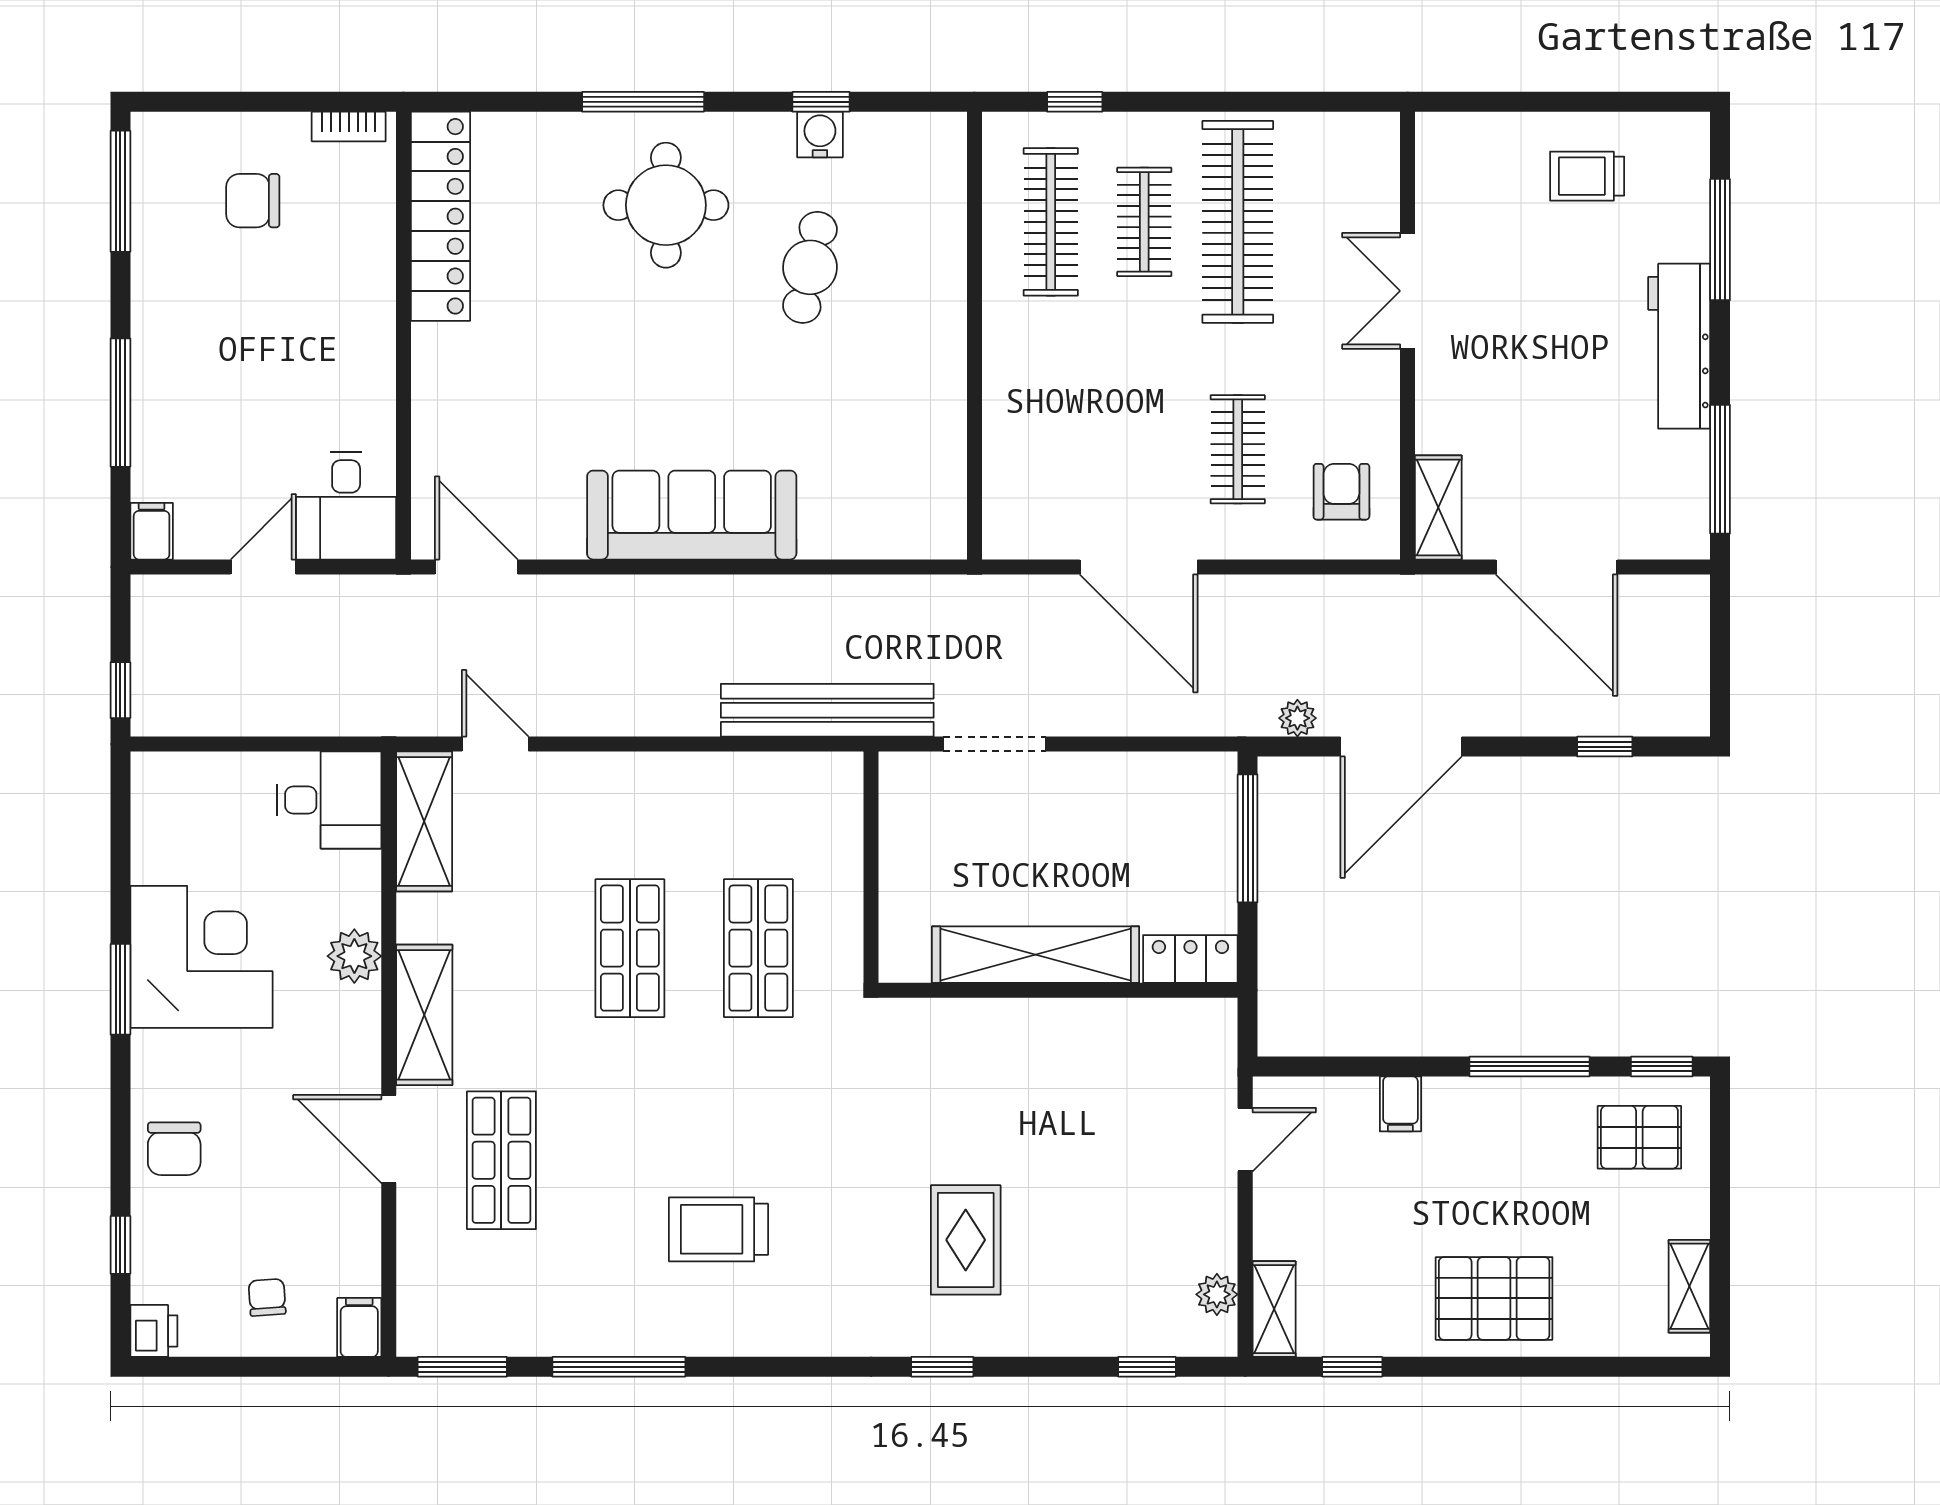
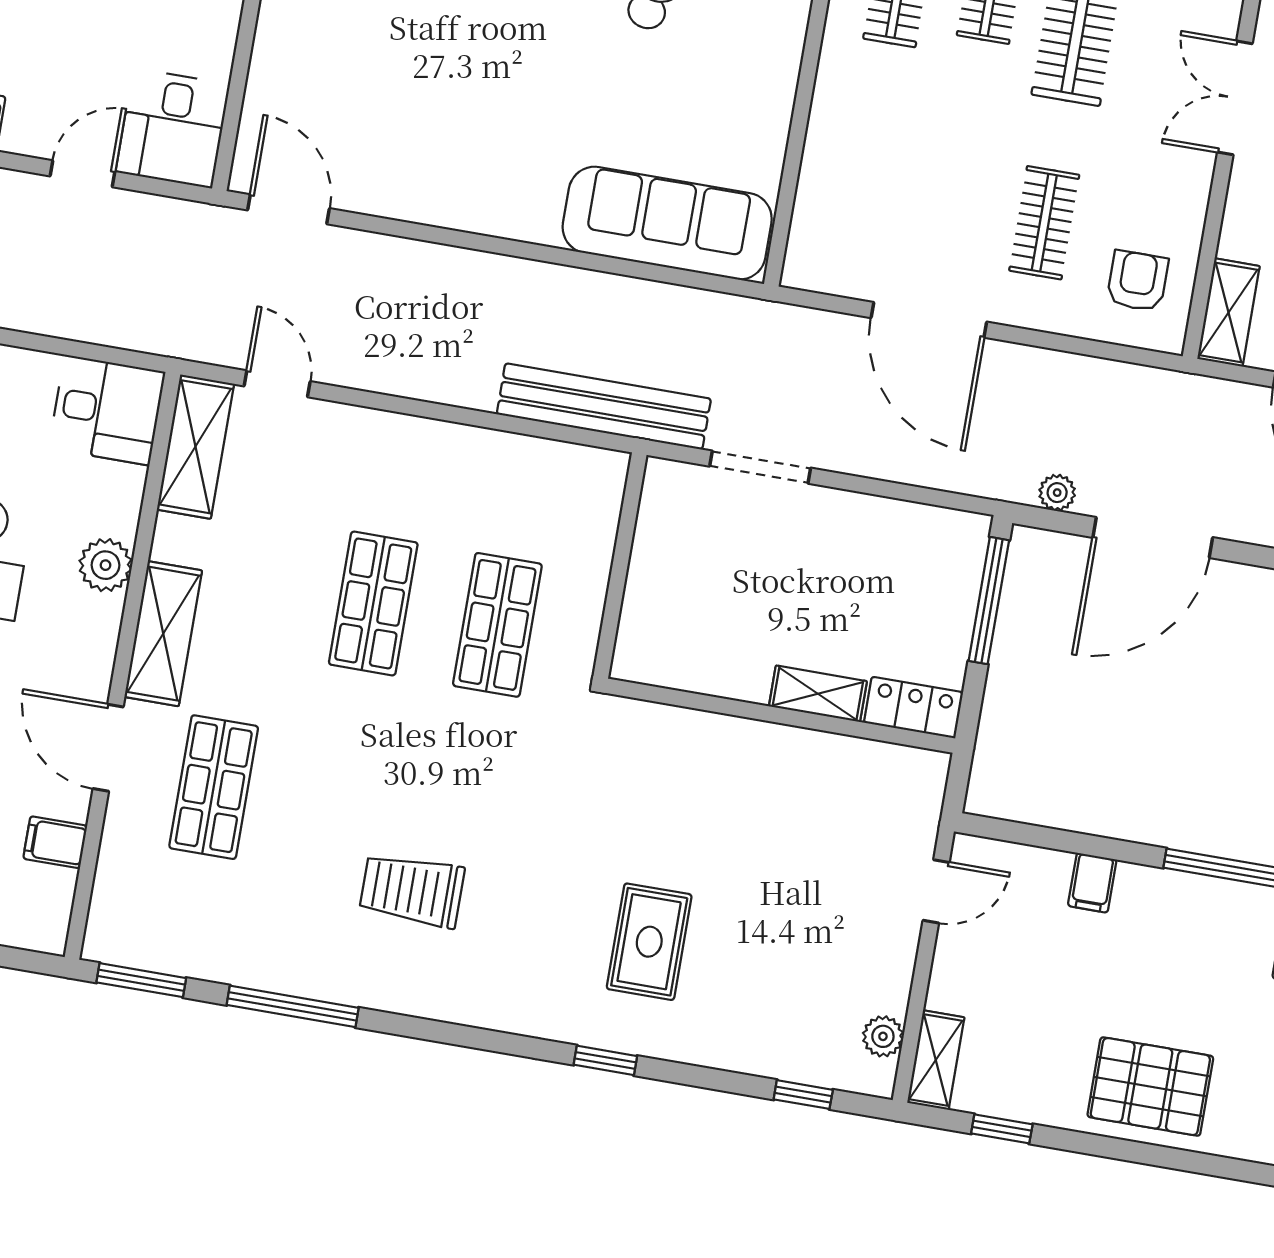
sofa: (692, 515) -> (667, 223), moved
shelving: (1036, 955) -> (818, 694), width x0.45, depth x0.75
filing cabinet: (359, 1327) -> (55, 842), moved, turned -90

